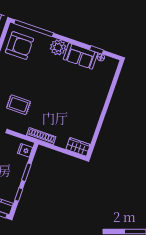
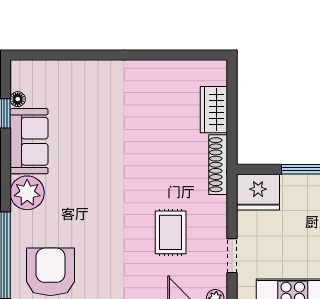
wardrobe: (78, 147) -> (214, 110), moved
fridge: (25, 150) -> (258, 192), width x1.88, depth x1.34

